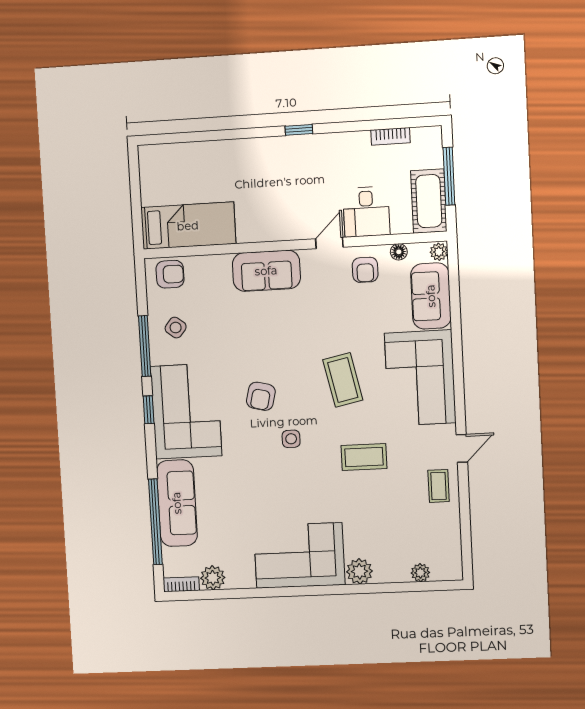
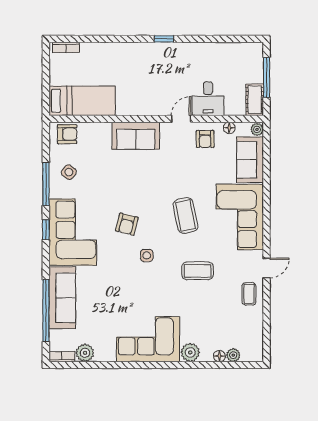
bookcase: (391, 136) -> (66, 47), moved
cot: (429, 201) -> (255, 100), width x0.73, depth x0.75
floor lamp: (401, 575) -> (220, 356), added

